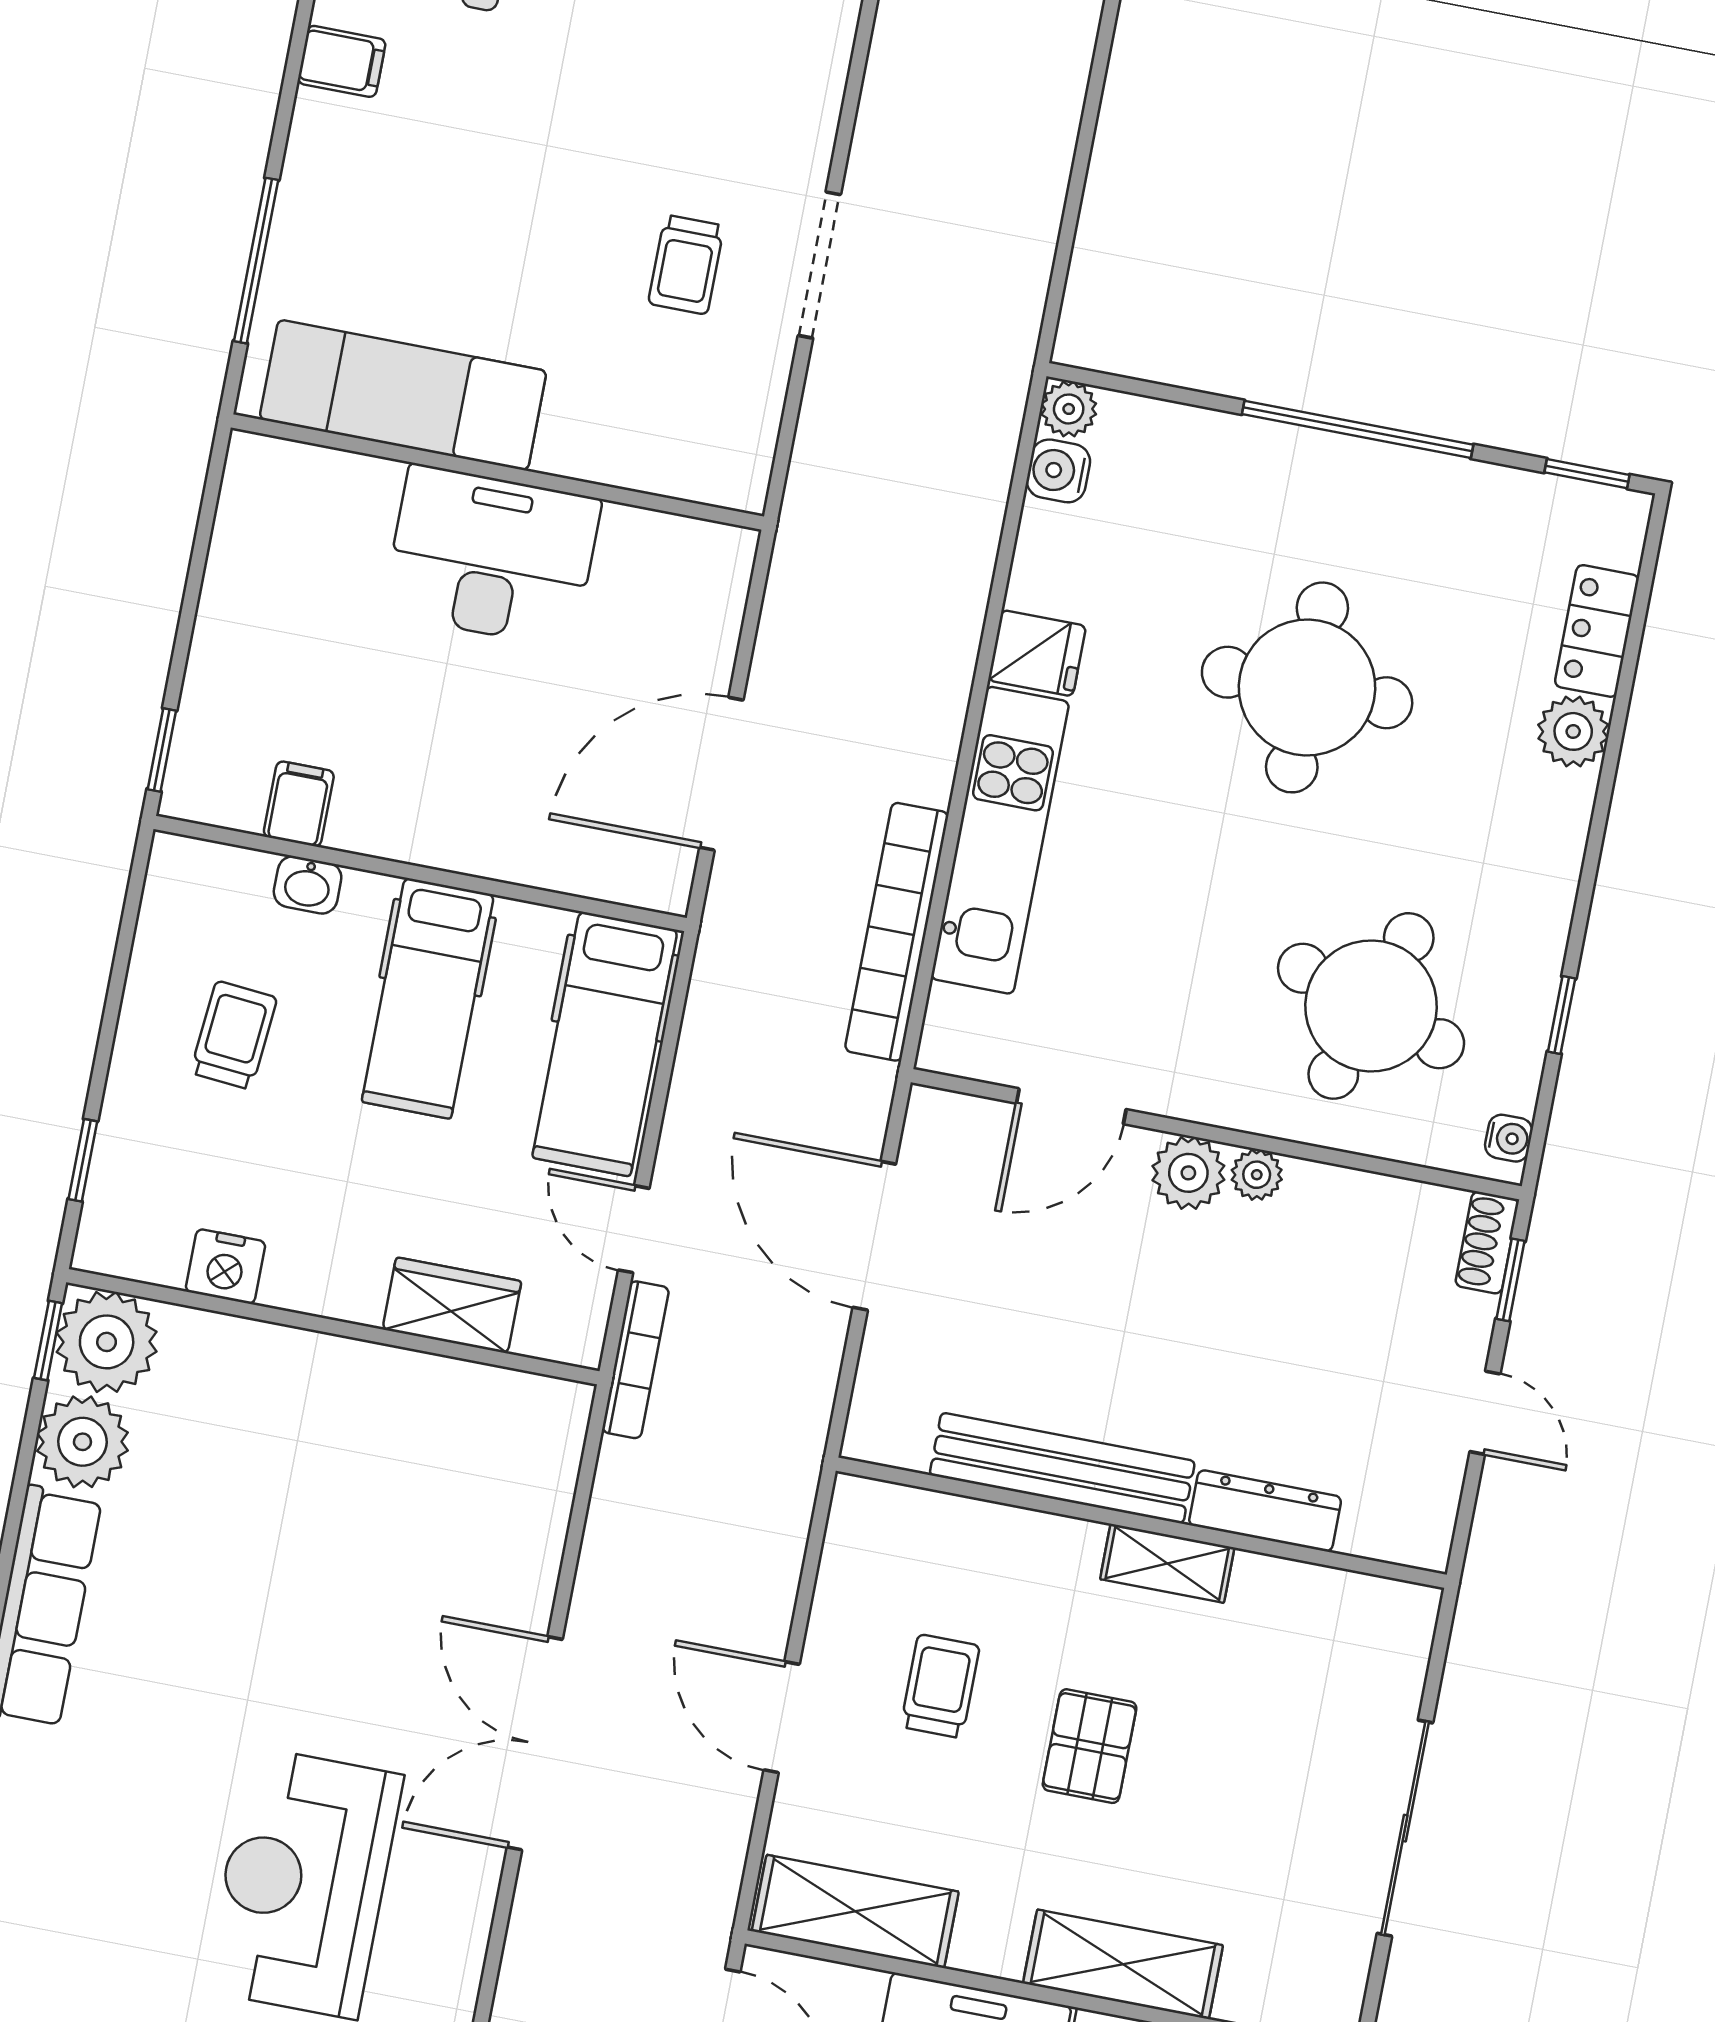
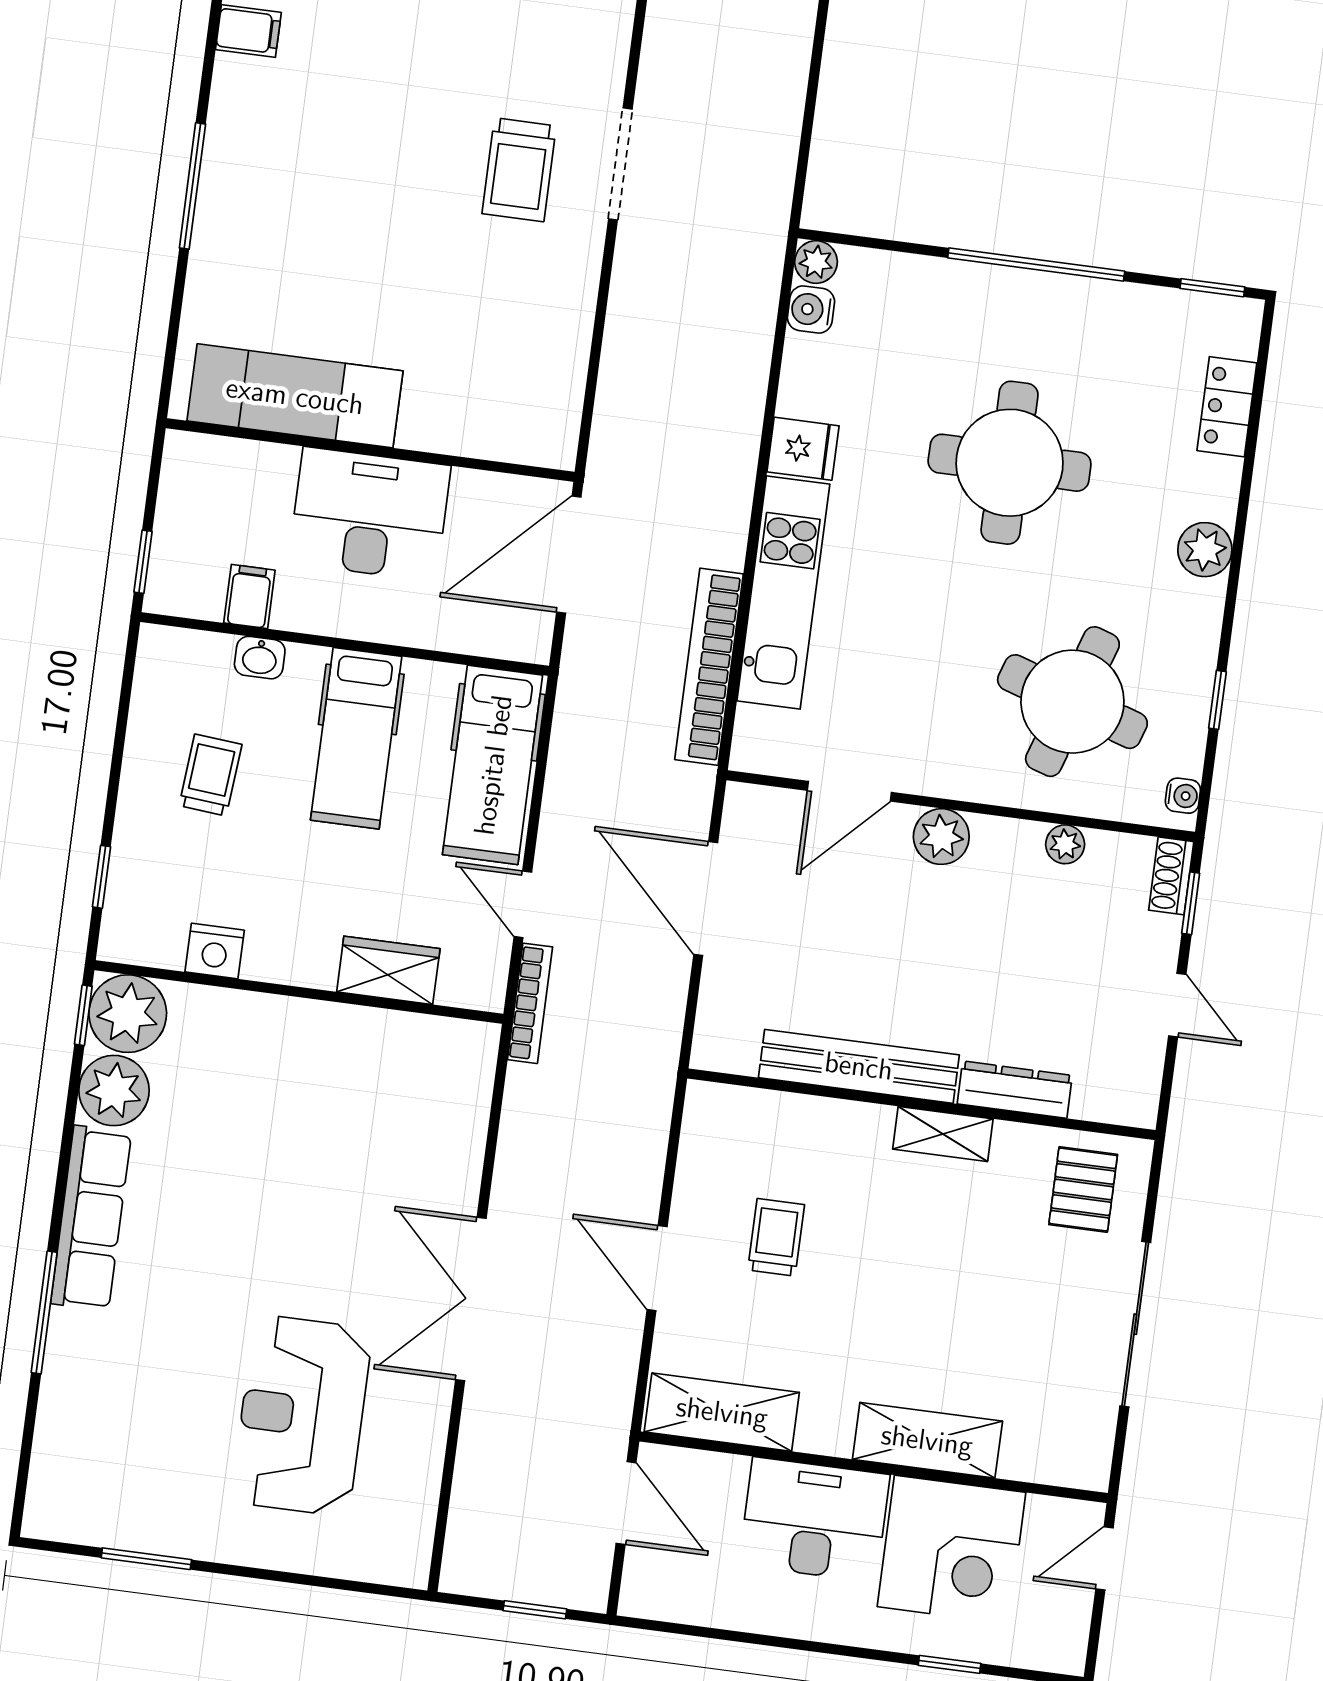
trolley: (686, 265) -> (519, 170), width x1.36, depth x1.39
exam couch: (403, 395) -> (295, 396), moved
wall: (497, 472) -> (370, 450), moved
desk: (492, 556) -> (370, 514), moved
plant: (1573, 731) -> (1205, 550), moved
plant: (1257, 1175) -> (1065, 844), moved
pallet: (1090, 1746) -> (1083, 1190), moved

